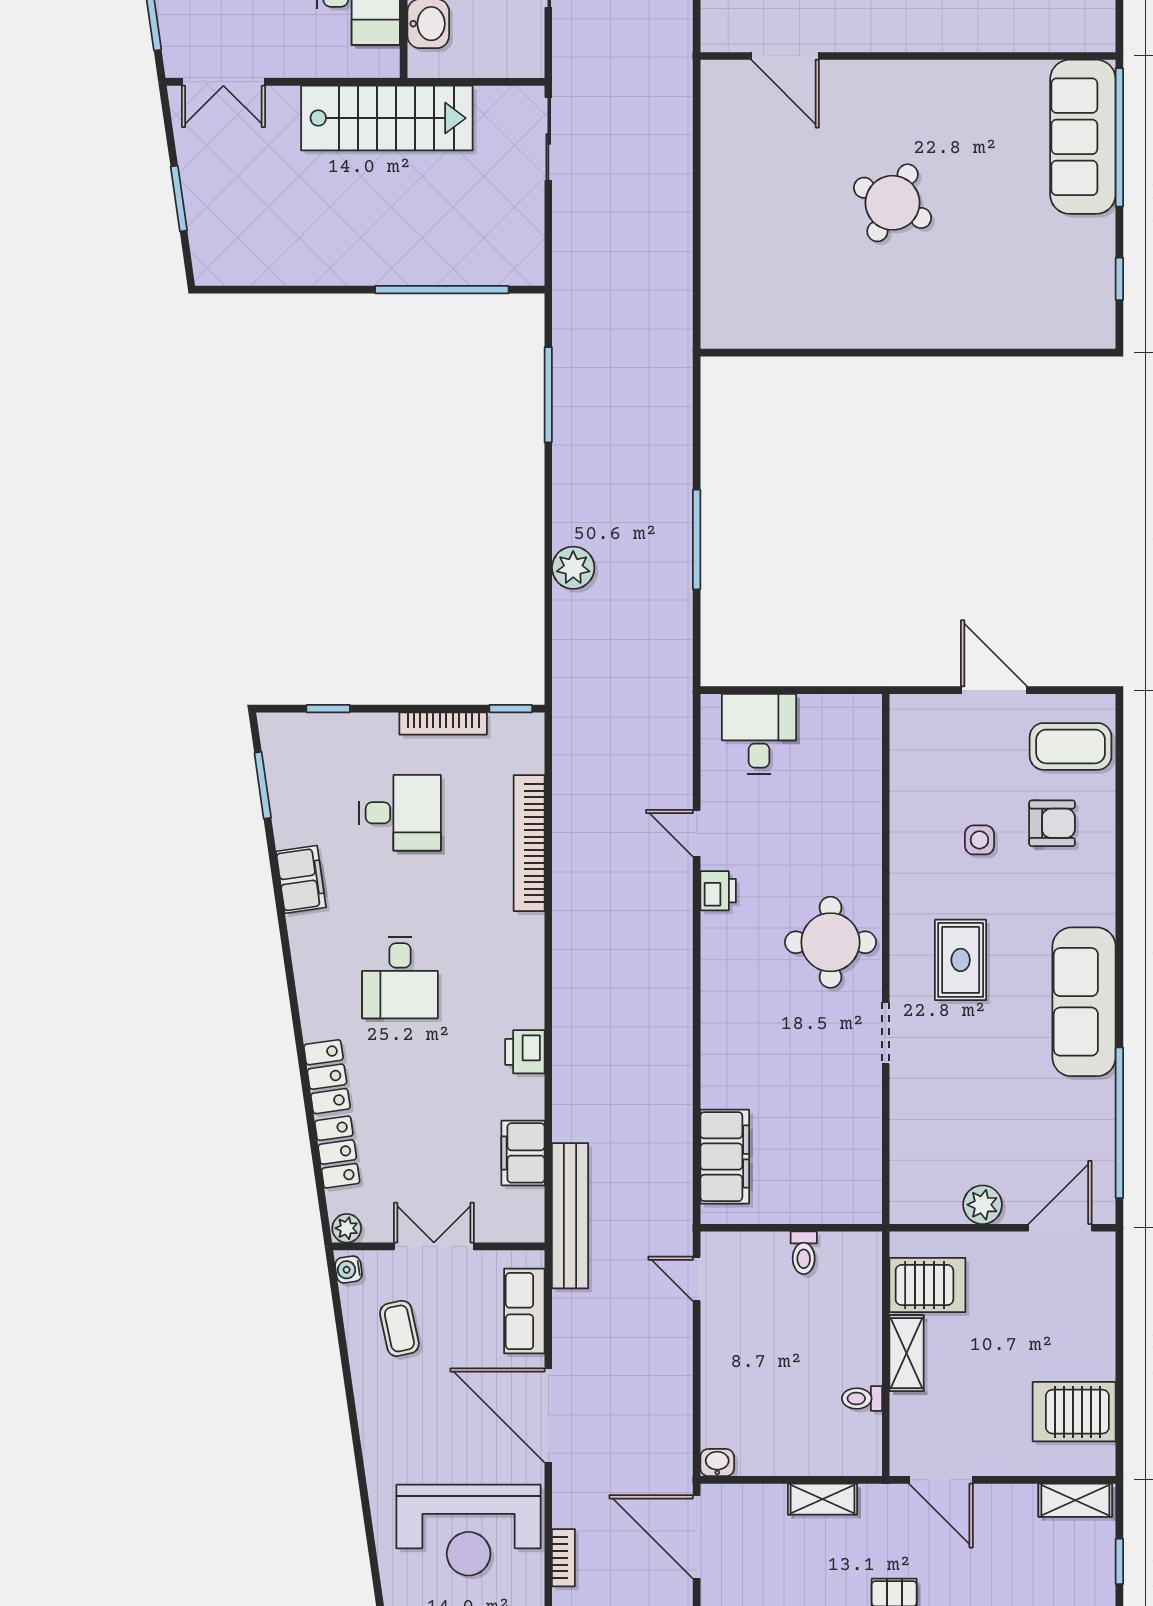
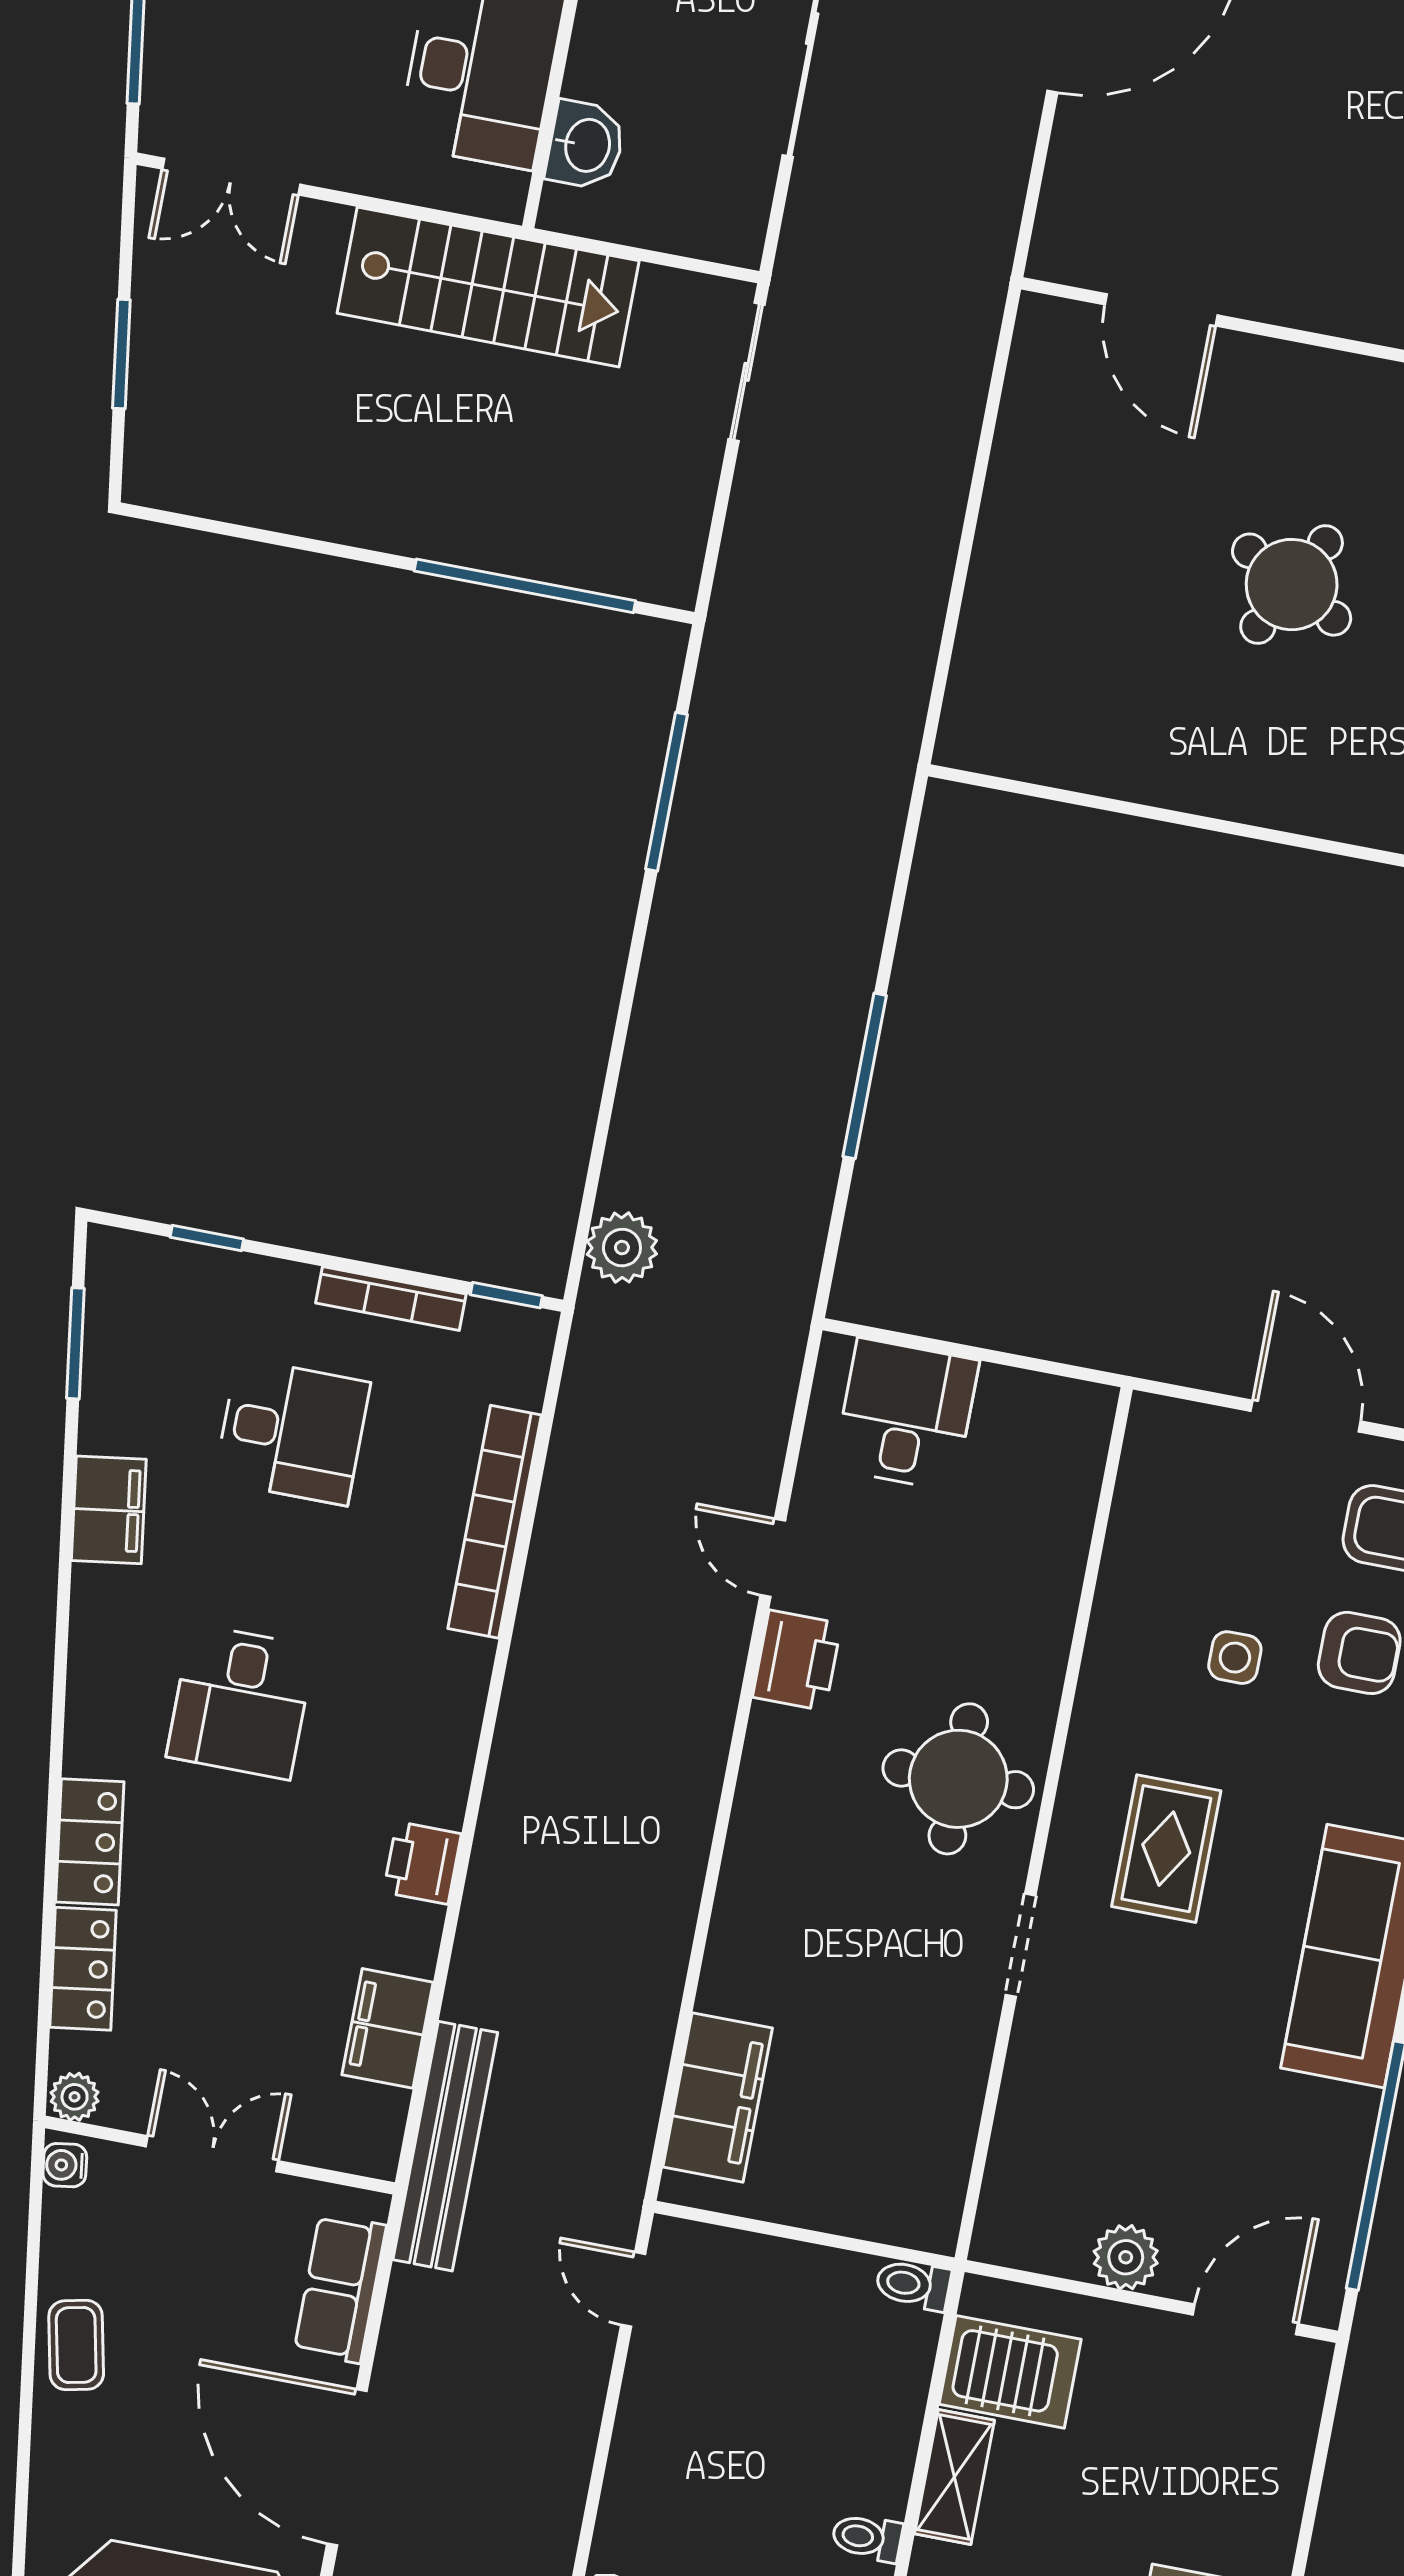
plant: (573, 568) -> (622, 1248), moved
printer: (718, 891) -> (797, 1660), width x1.36, depth x1.24
toilet: (804, 1253) -> (913, 2285), moved, turned 90
coffee table: (399, 1328) -> (76, 2345), moved

